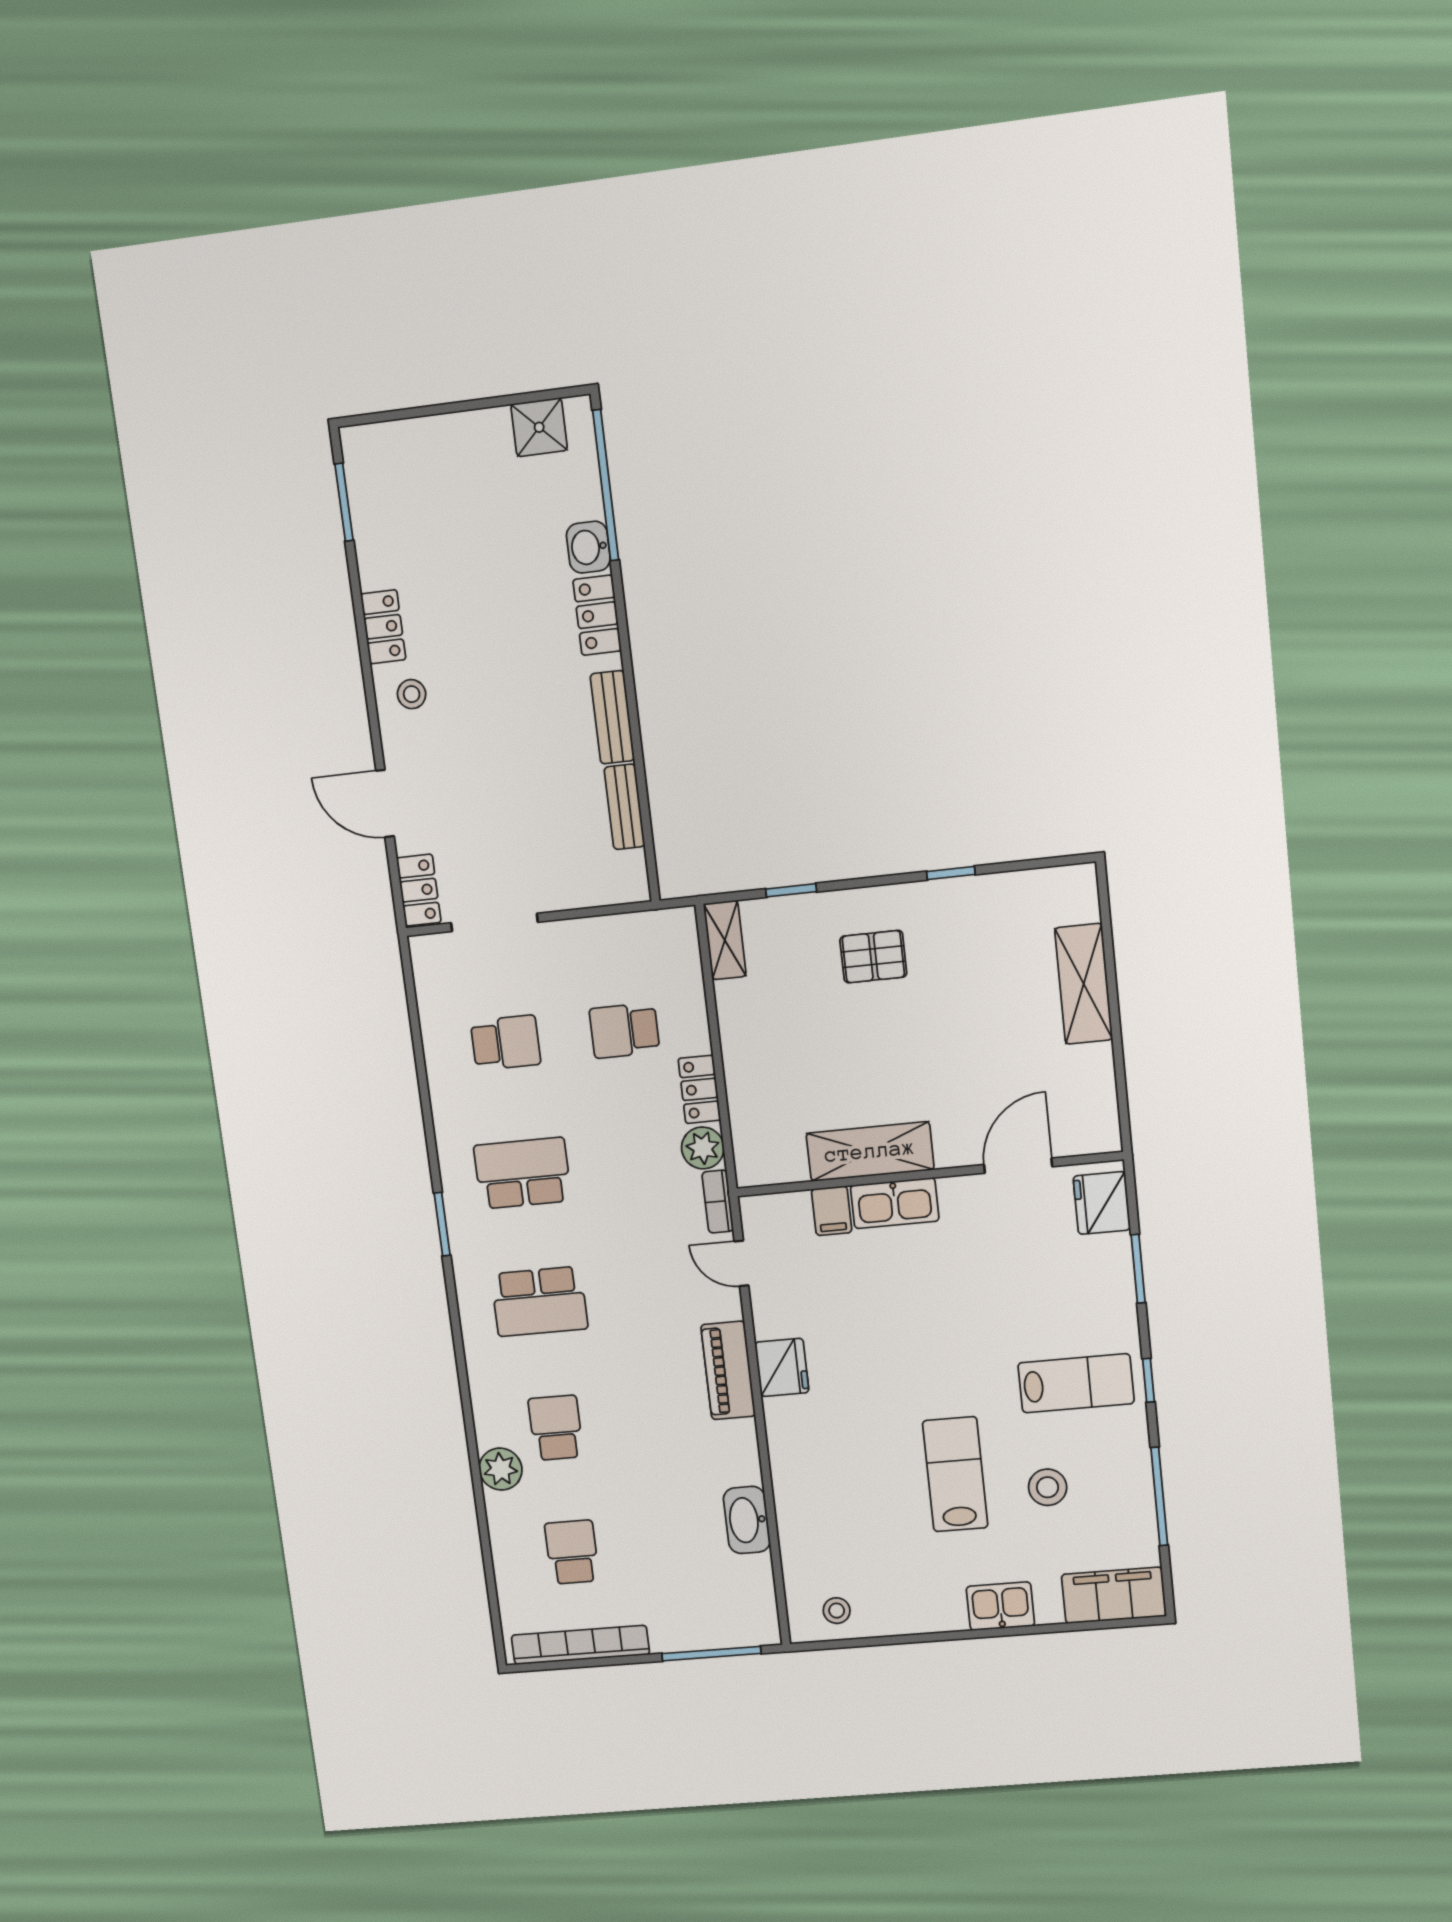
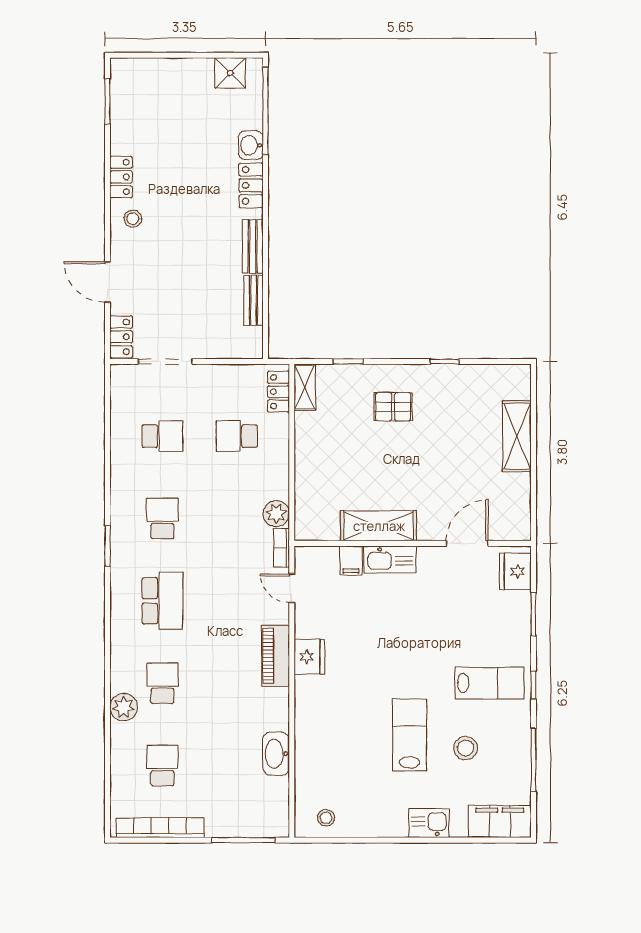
locker: (699, 1089) -> (278, 392), moved
school desk: (523, 1173) -> (162, 518), width x0.54
school desk: (539, 1301) -> (162, 601), turned -90

